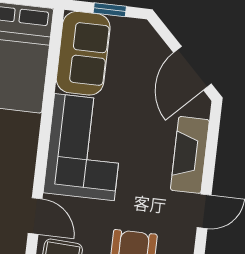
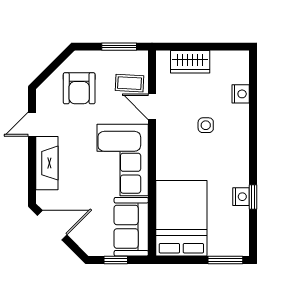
door: (192, 68) -> (52, 225), hinge flipped

